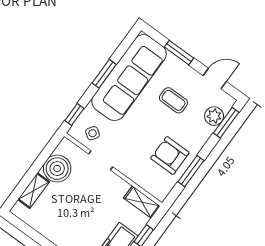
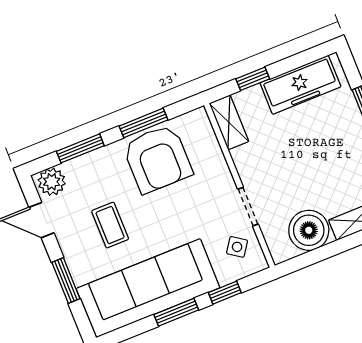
window: (74, 115) -> (225, 293), moved
plant: (214, 116) -> (52, 182), moved
window: (226, 123) -> (80, 148), moved
armchair: (170, 155) -> (157, 159), width x1.36, depth x1.36

